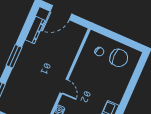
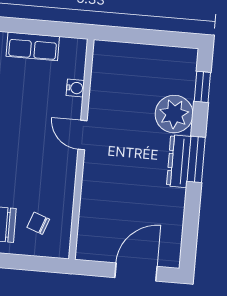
dresser: (35, 30) -> (179, 161), moved
plant: (17, 81) -> (174, 114), added

